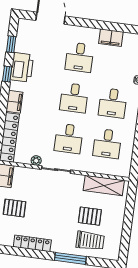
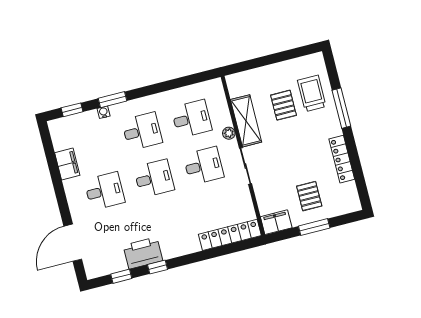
filing cabinet: (14, 102) -> (186, 246), removed
plant: (36, 161) -> (229, 133), moved
shelving: (104, 186) -> (246, 121), moved

